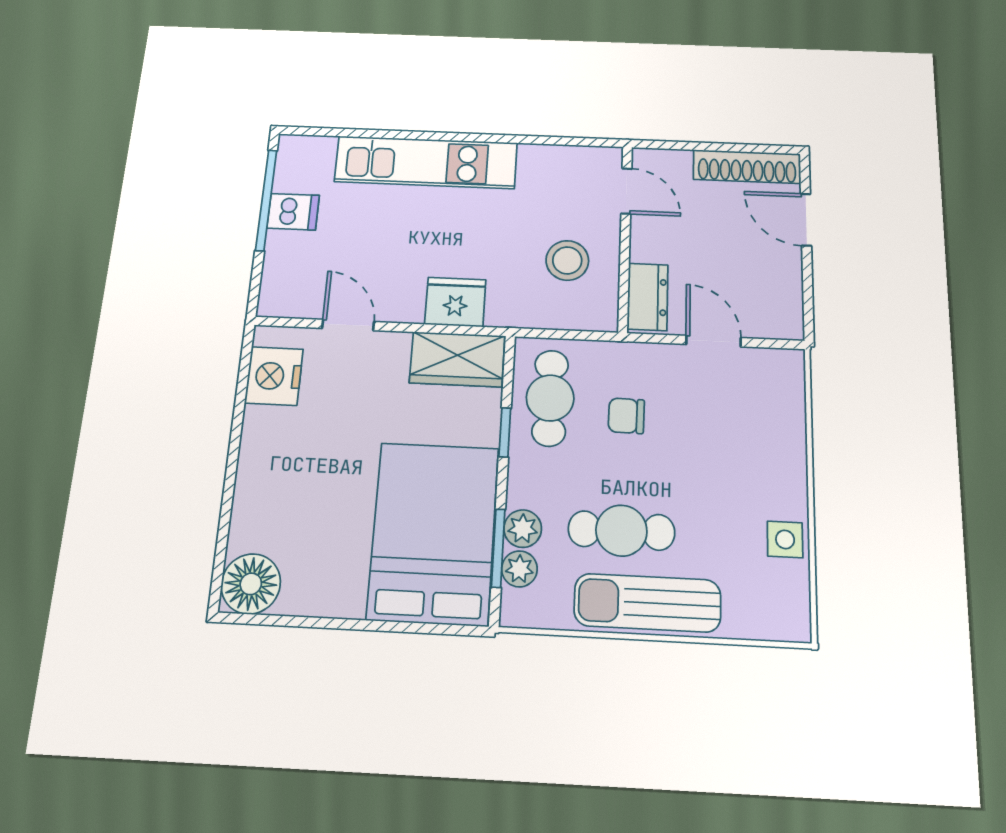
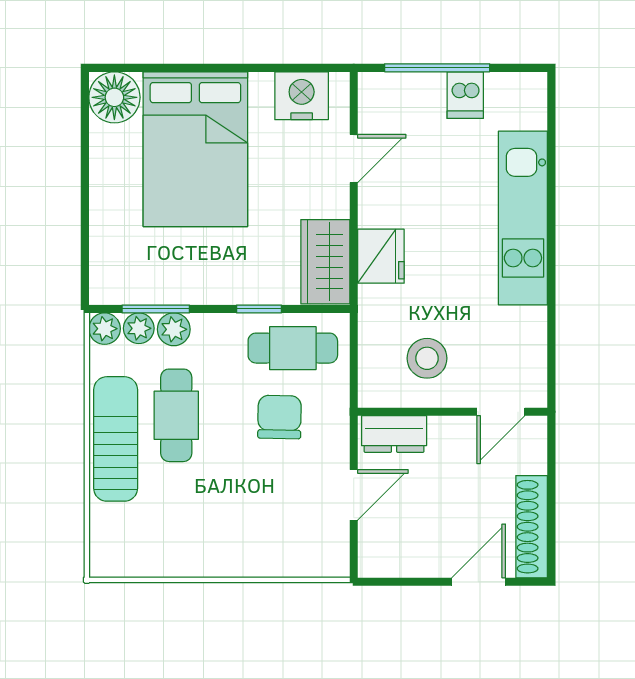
window: (266, 200) -> (437, 68), moved
chair: (626, 416) -> (279, 417), width x1.37, depth x1.37
bed: (433, 533) -> (195, 149), moved, turned 90
side table: (785, 539) -> (176, 557), removed
plant: (518, 609) -> (105, 329), added

